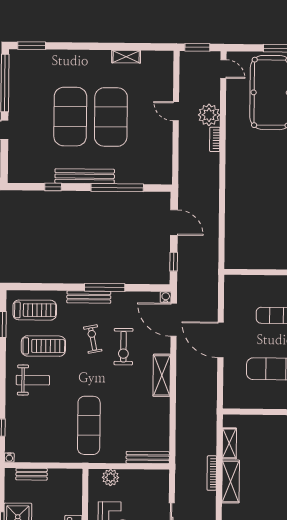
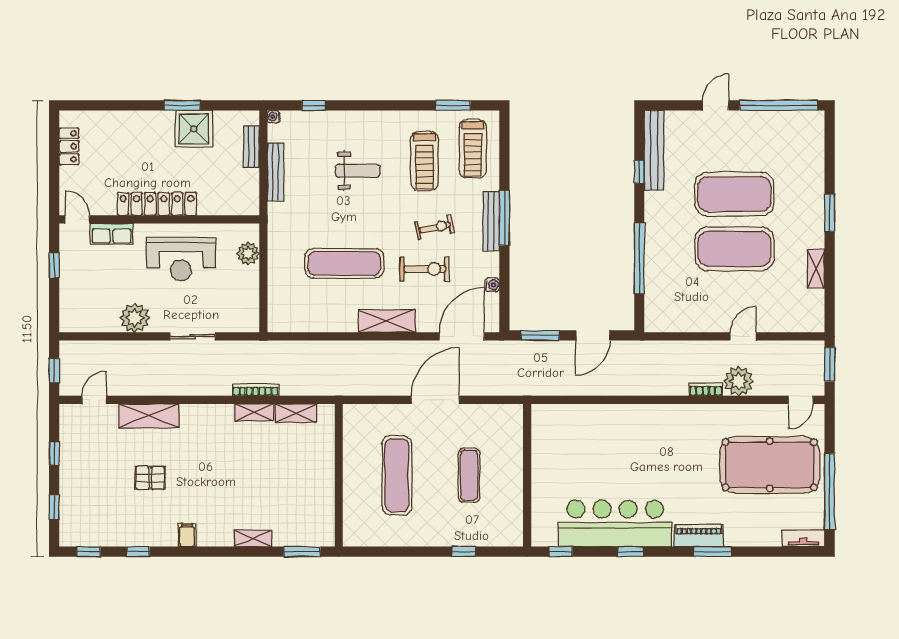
window: (32, 46) -> (830, 213), moved
bench: (85, 176) -> (654, 150), moved
window: (174, 262) -> (540, 335), width x1.50
window: (105, 287) -> (504, 218), moved
water cooler: (166, 297) -> (492, 285), moved
exercise bike: (123, 347) -> (425, 269), turned 180
weight bench: (33, 380) -> (358, 171), moved, turned -90
exercise mat: (89, 425) -> (344, 263), moved
bench: (148, 458) -> (276, 172), moved
shelving: (231, 481) -> (254, 413), width x0.67, depth x0.75

